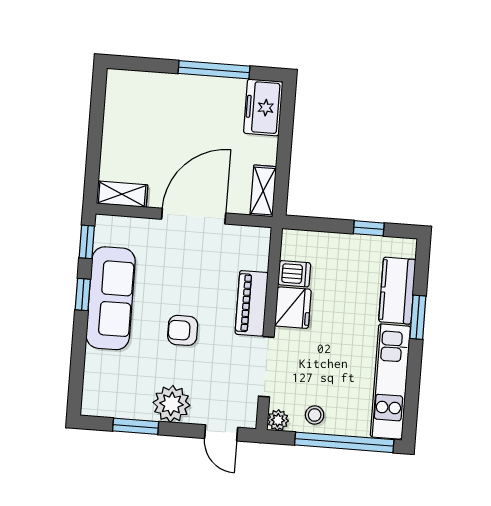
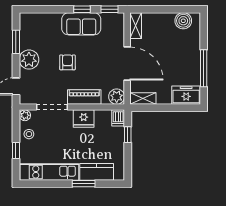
boiler: (120, 102) -> (183, 21), added
window: (369, 228) -> (128, 135), moved
plant: (256, 241) -> (117, 97), added
dishwasher: (294, 274) -> (118, 118), moved
sofa: (111, 298) -> (81, 24), width x0.73
window: (344, 442) -> (16, 150), width x0.32

